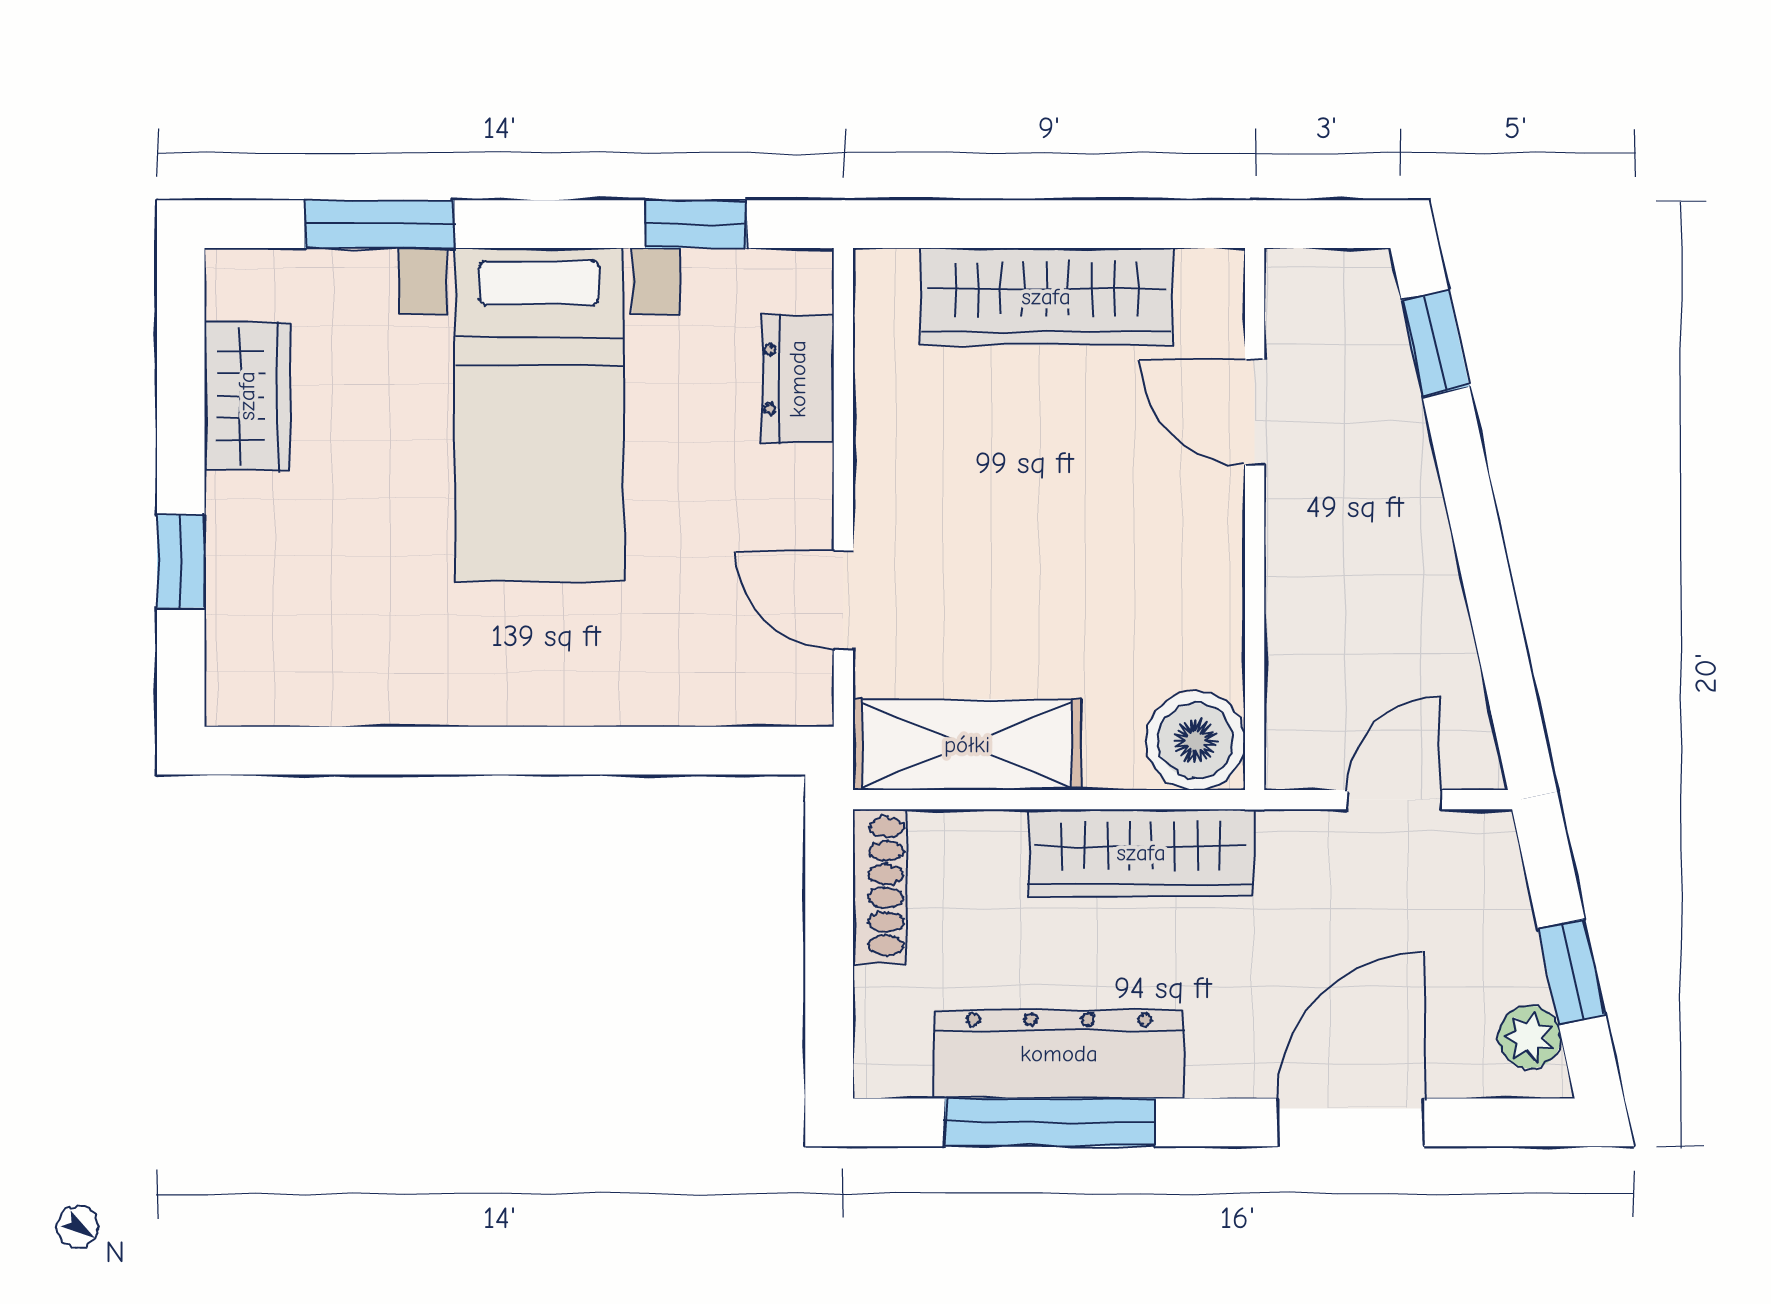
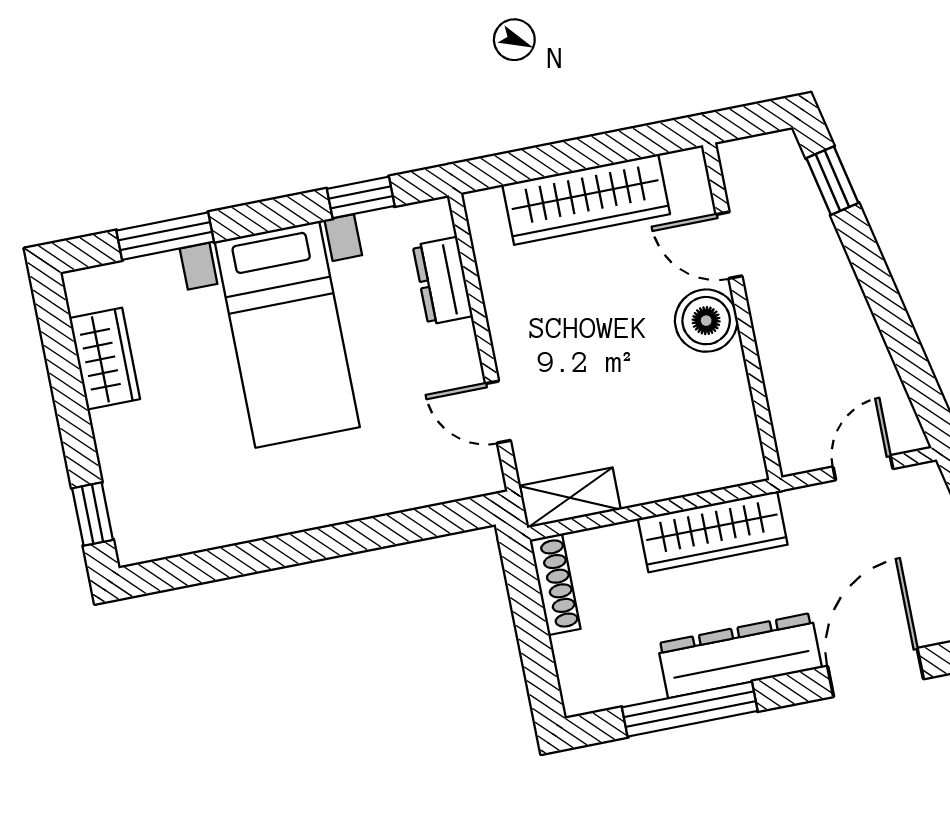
window: (181, 561) -> (93, 514), moved
boiler: (1196, 741) -> (706, 321), moved
shelving: (967, 745) -> (570, 498), width x0.67, depth x0.75
dresser: (1059, 1054) -> (740, 656), moved

